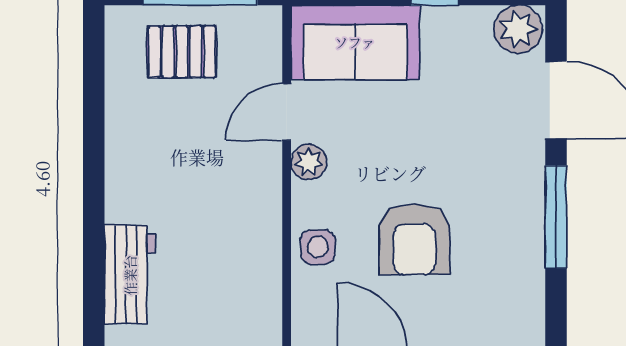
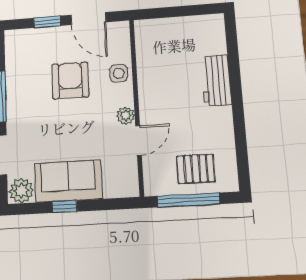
sofa: (355, 42) -> (68, 181), moved
workbench: (130, 275) -> (216, 80), moved

